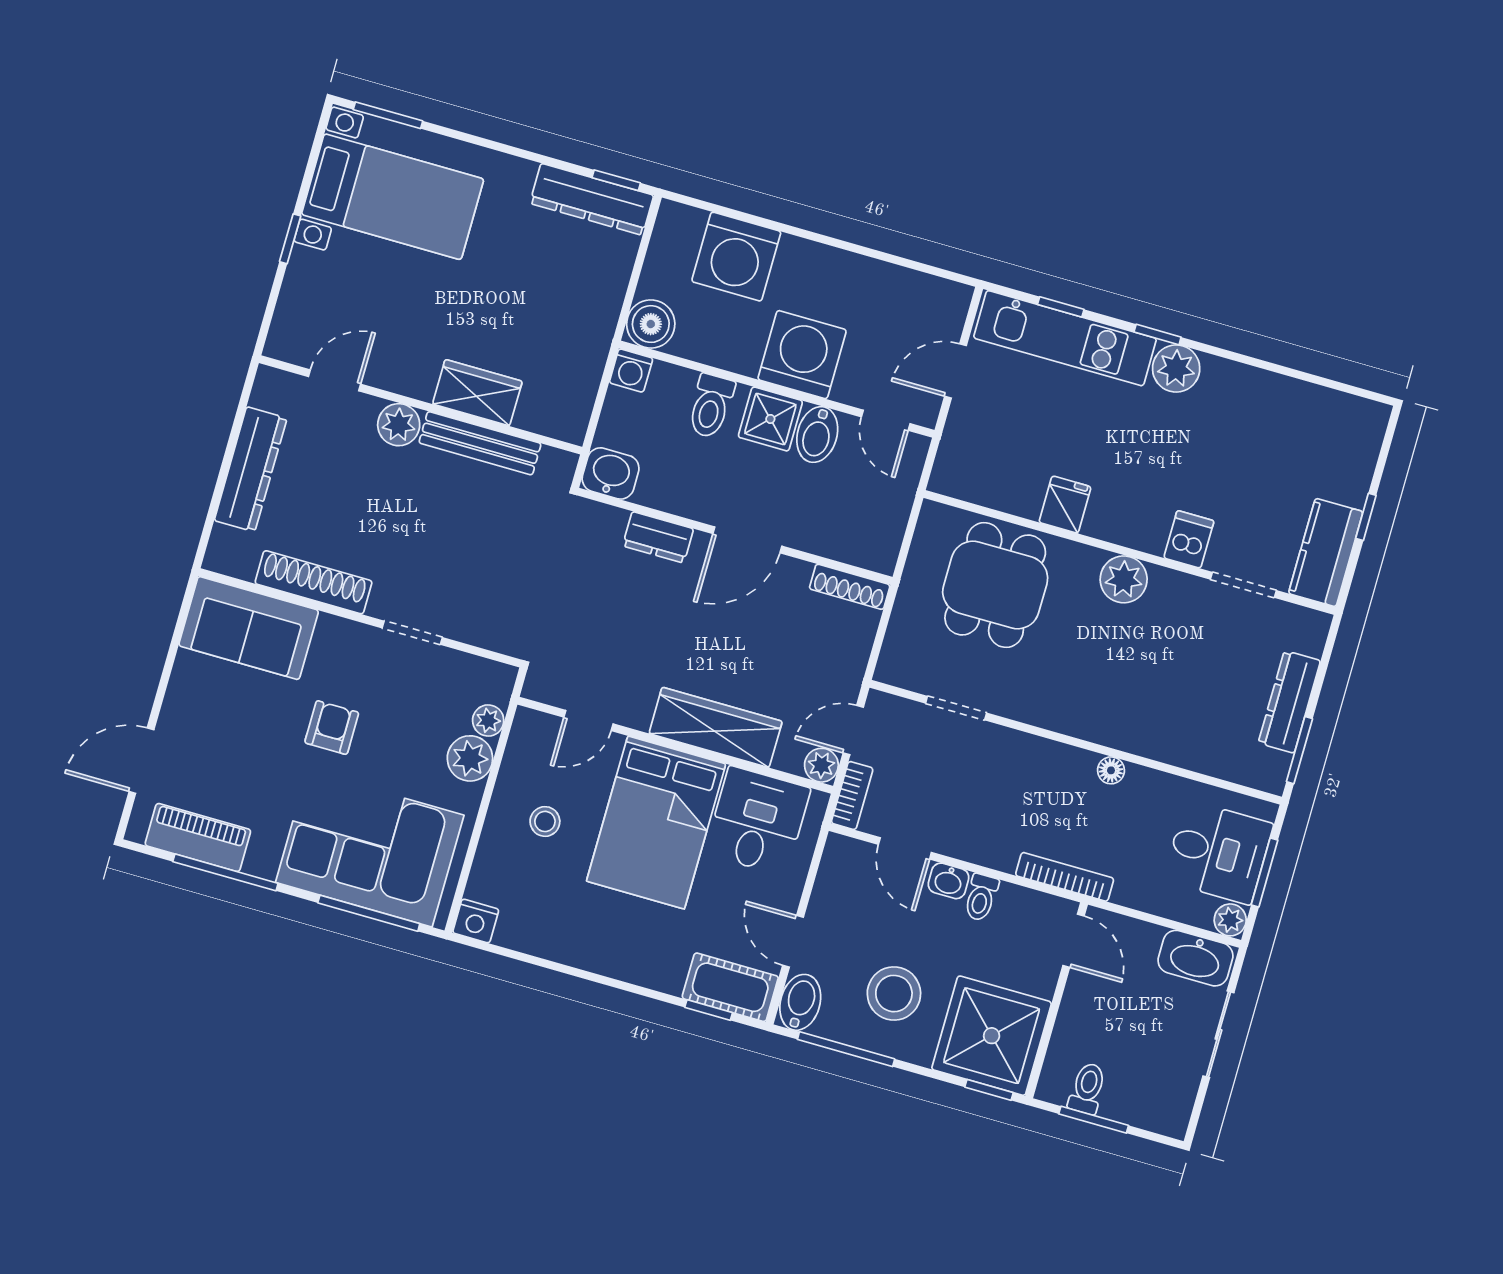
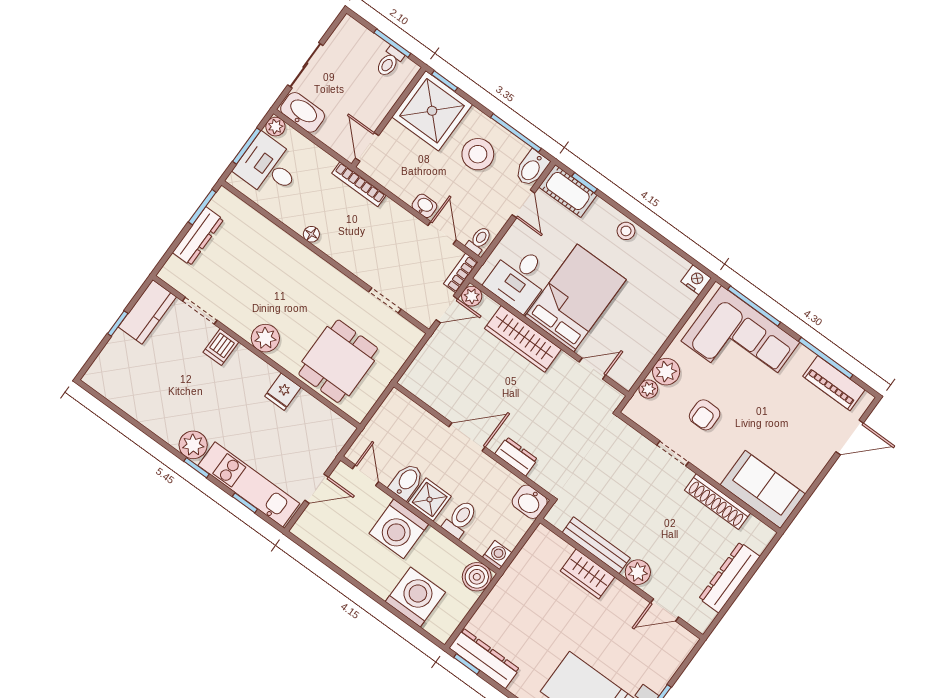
shoe rack: (850, 587) -> (420, 390), removed
armchair: (332, 728) -> (705, 415), moved
stool: (545, 821) -> (626, 231), moved
toilet: (981, 897) -> (479, 240), moved

